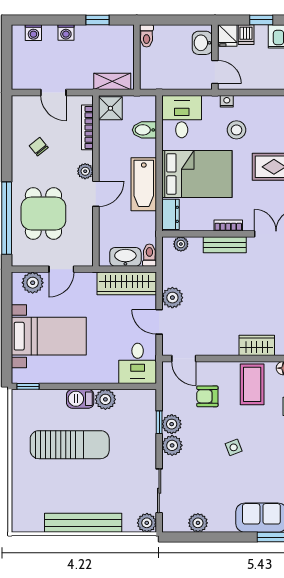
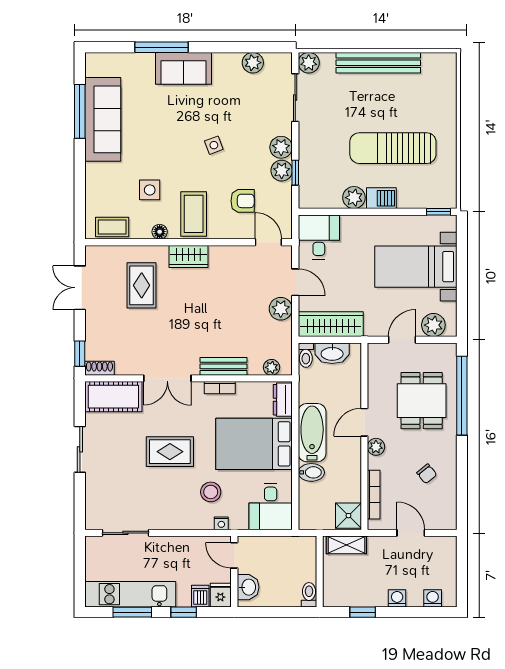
bidet: (144, 130) -> (311, 472), moved

